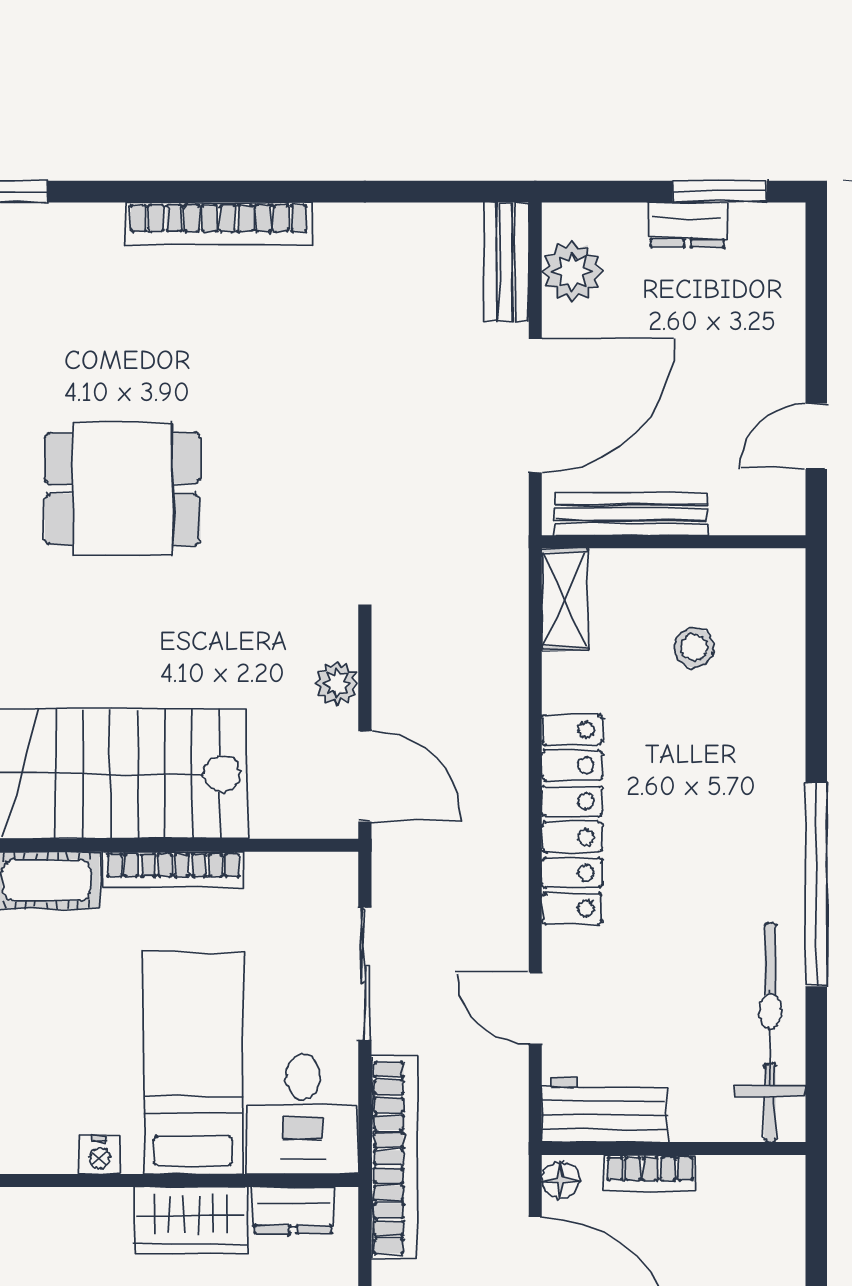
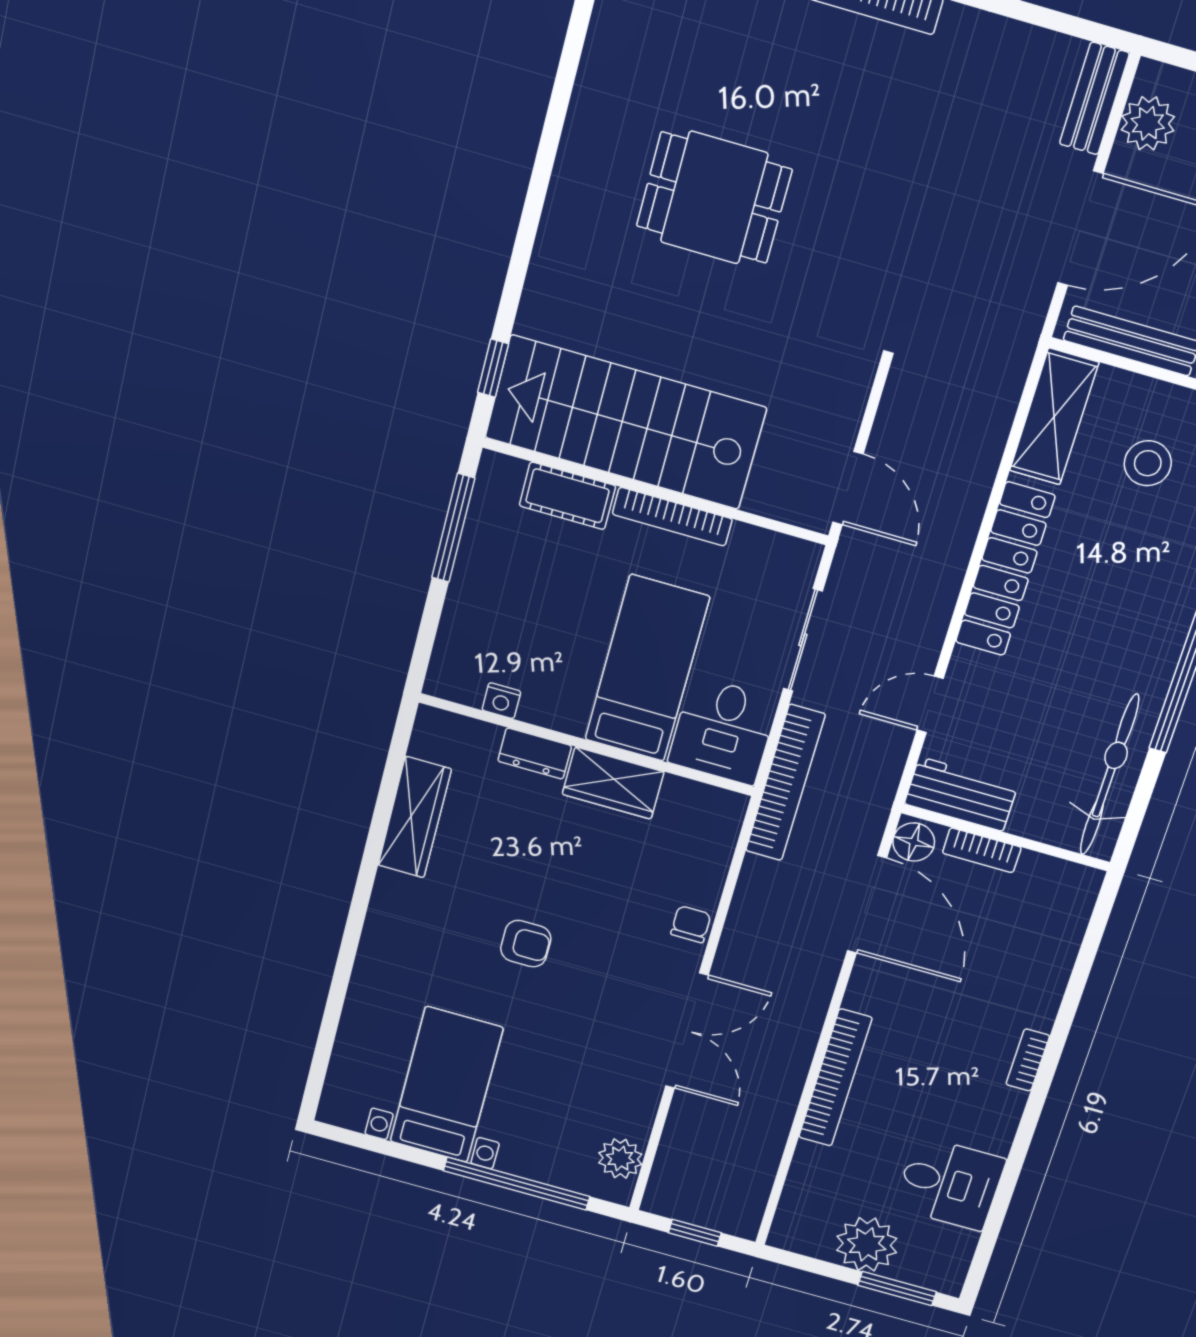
shelving: (565, 599) -> (1054, 417), width x1.50, depth x1.33
stool: (694, 647) -> (1148, 463), width x1.37, depth x1.37
plant: (337, 683) -> (847, 408), removed
door: (535, 1009) -> (930, 704), hinge flipped
nightstand: (99, 1155) -> (501, 701), moved
floor lamp: (560, 1180) -> (914, 842), width x1.37, depth x1.37
dresser: (293, 1210) -> (535, 754), moved

